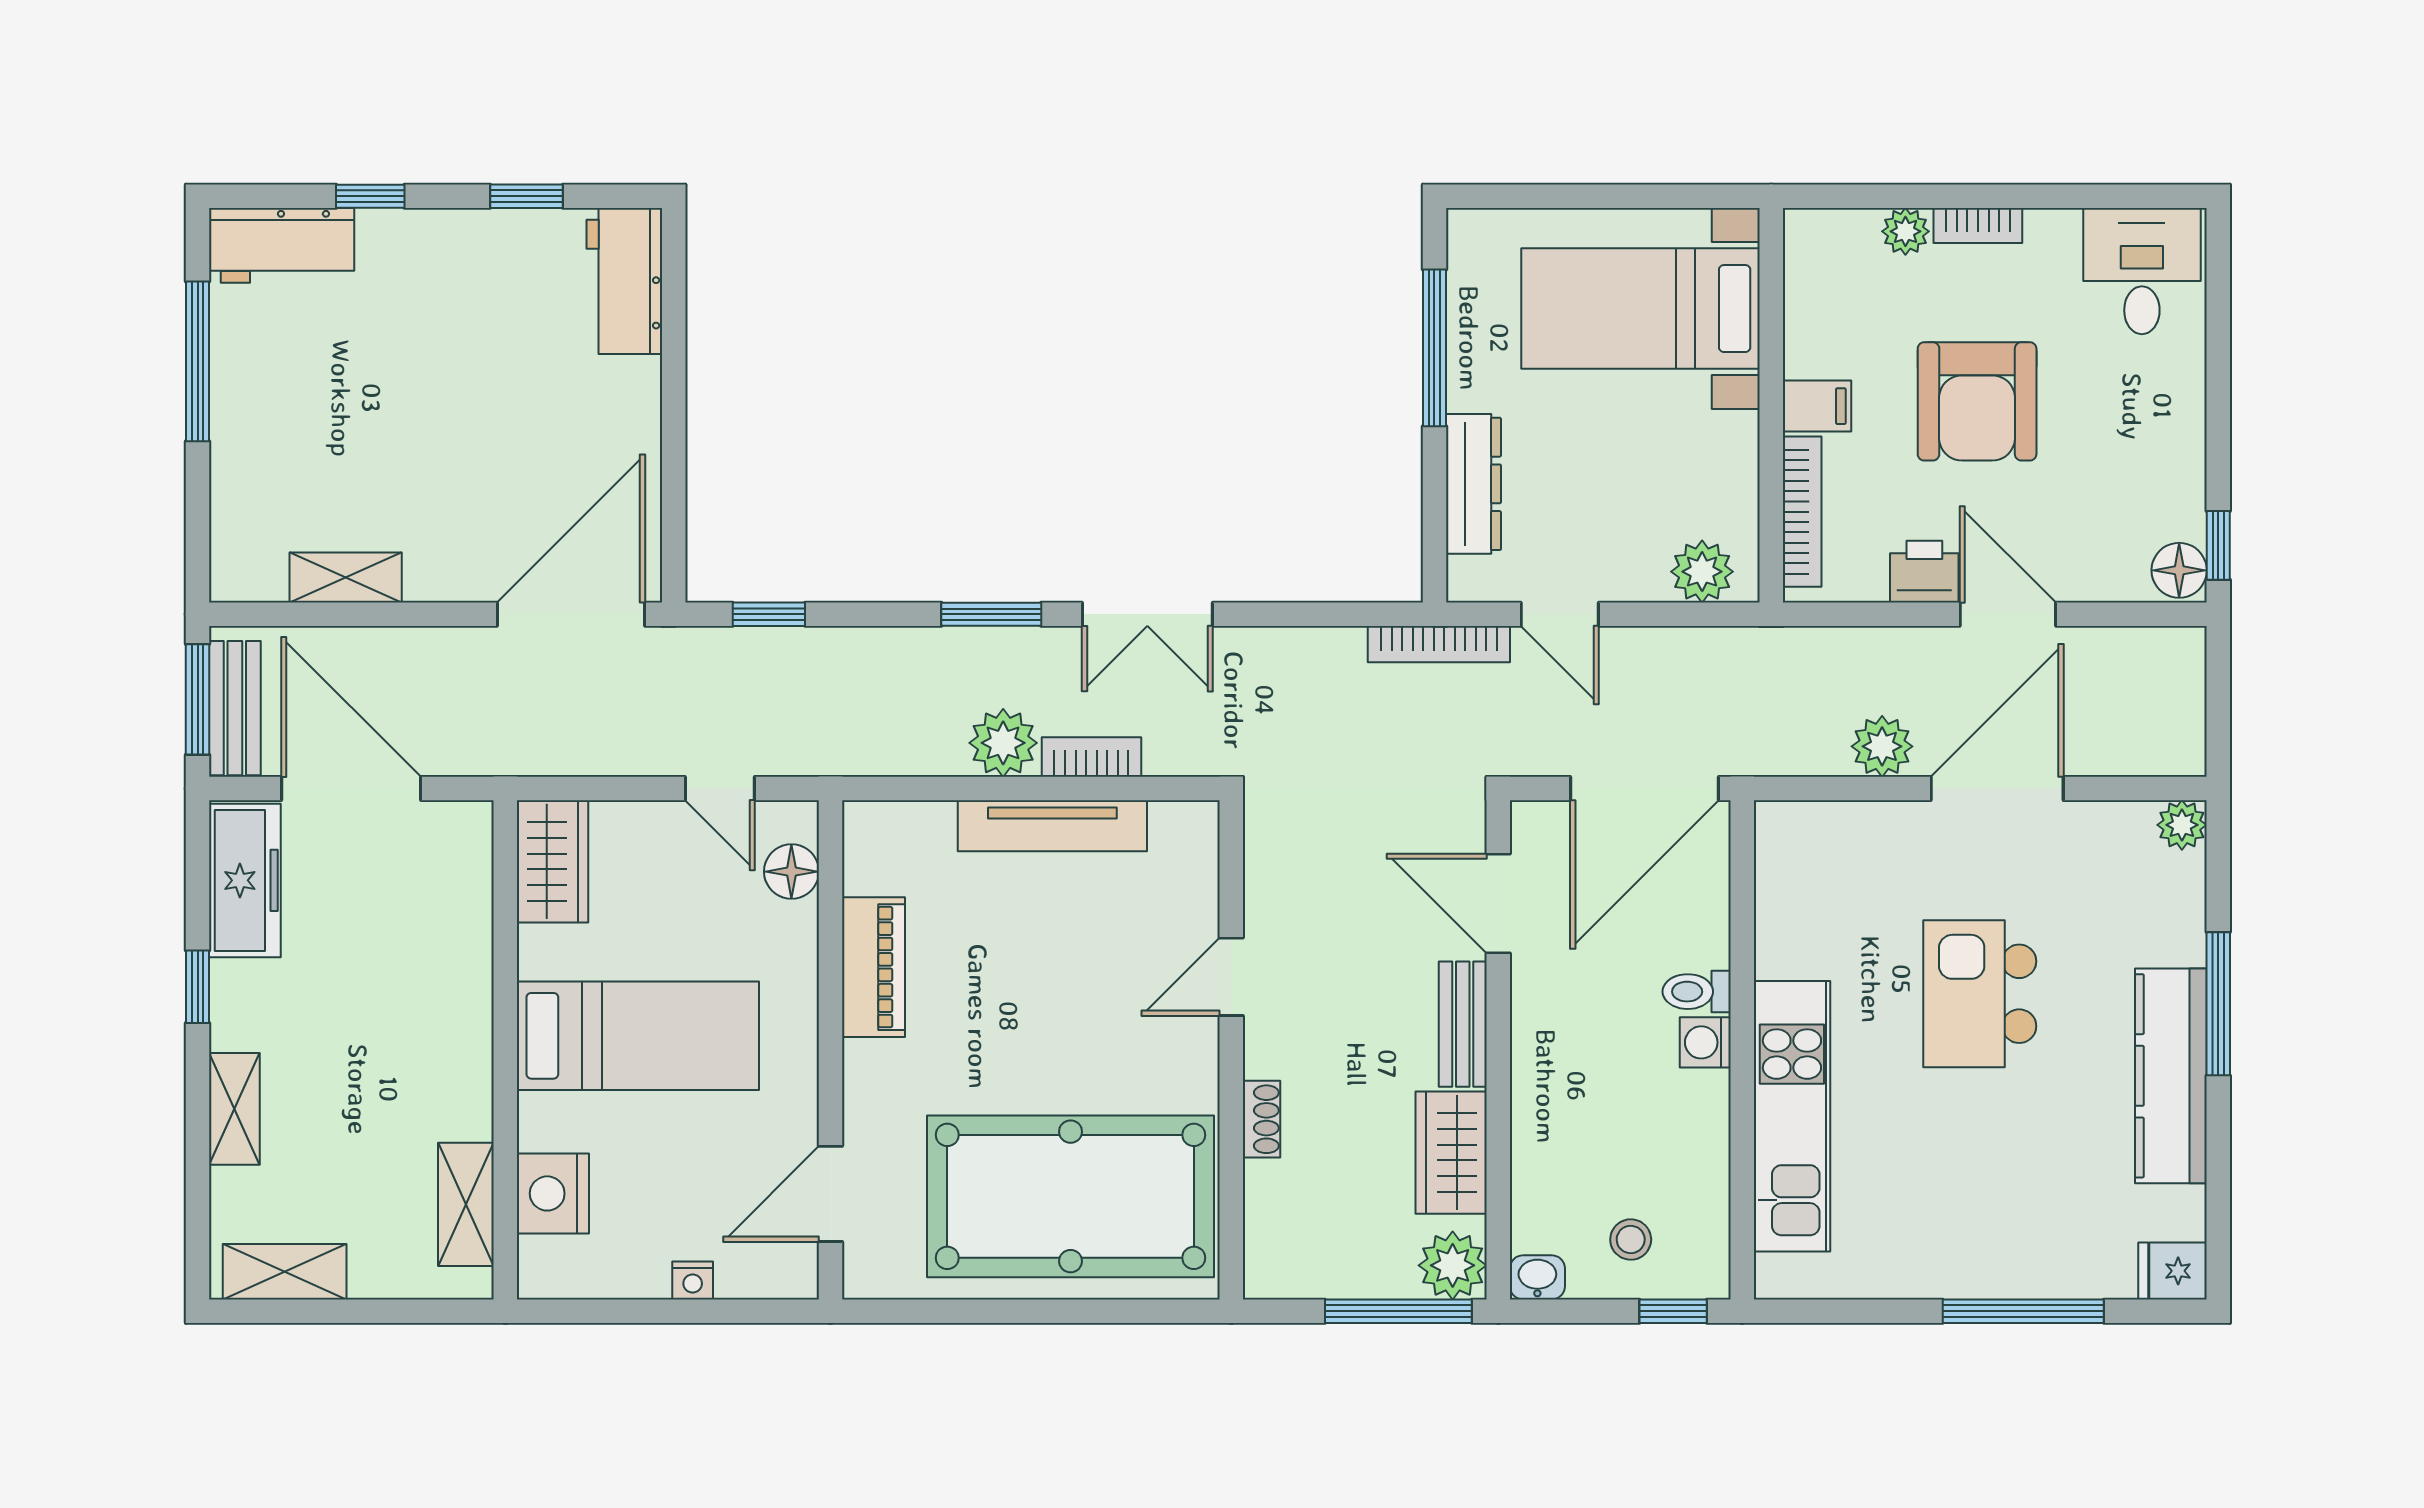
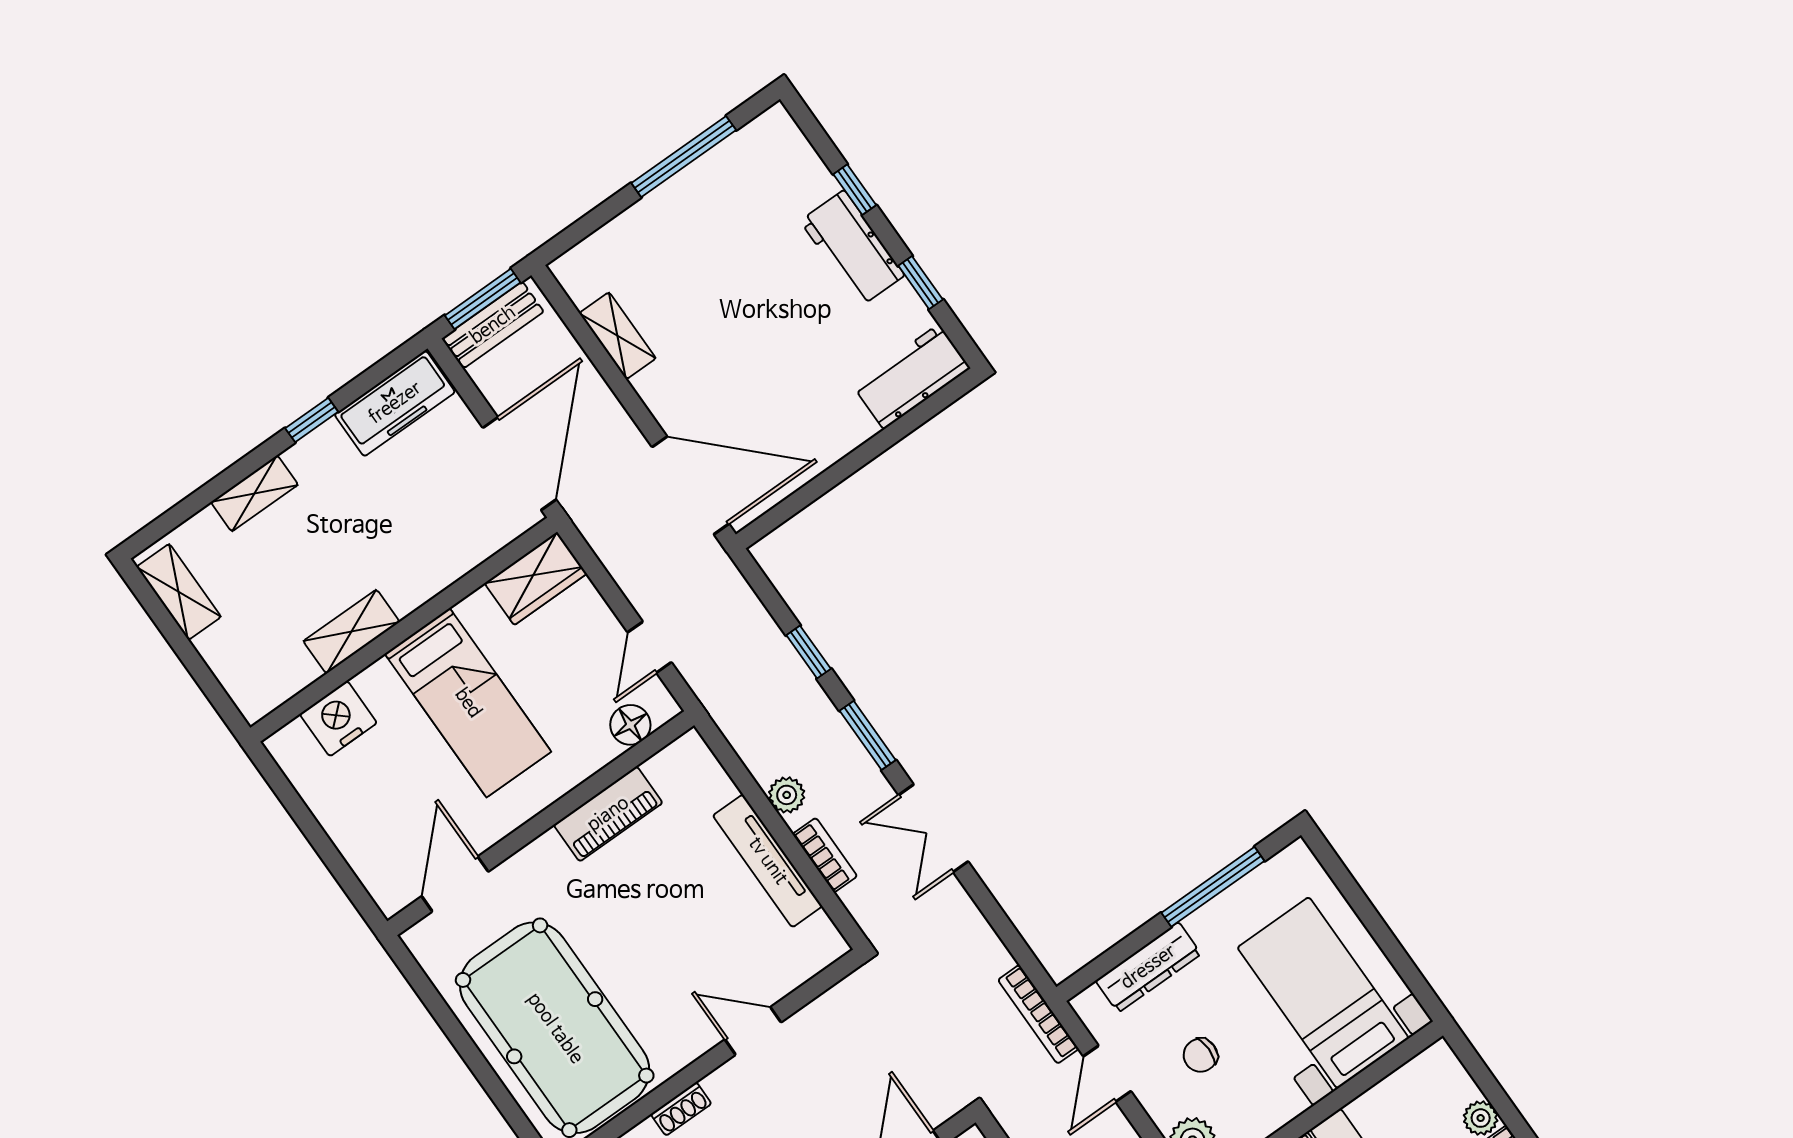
workbench: (282, 245) -> (852, 248), moved
chair: (1613, 495) -> (1200, 1055), added
window: (769, 614) -> (809, 652), moved
plant: (1003, 743) -> (787, 795), width x0.73, depth x0.73
door: (351, 789) -> (520, 464), moved
door: (831, 1194) -> (455, 884), hinge flipped
shelving: (466, 1204) -> (351, 632), moved
nightstand: (693, 1280) -> (345, 838), removed

